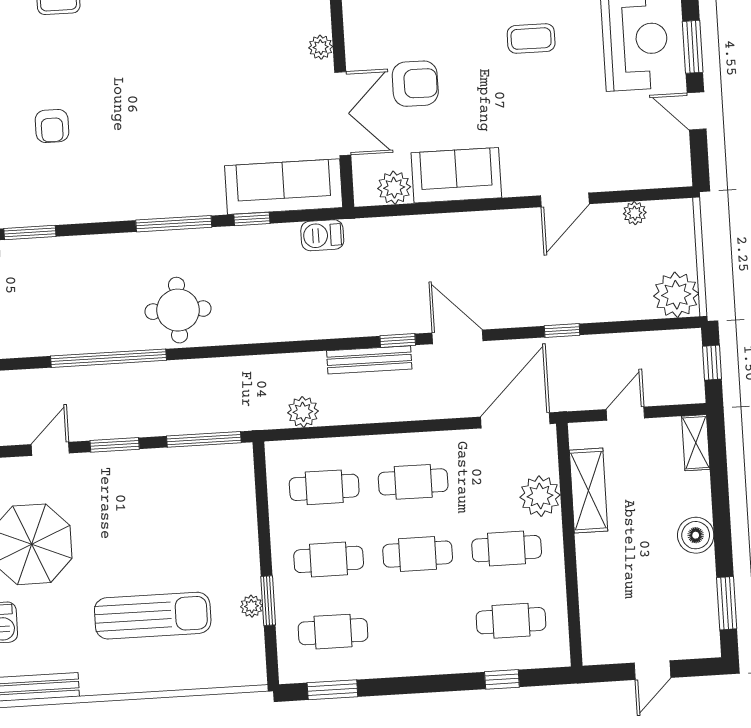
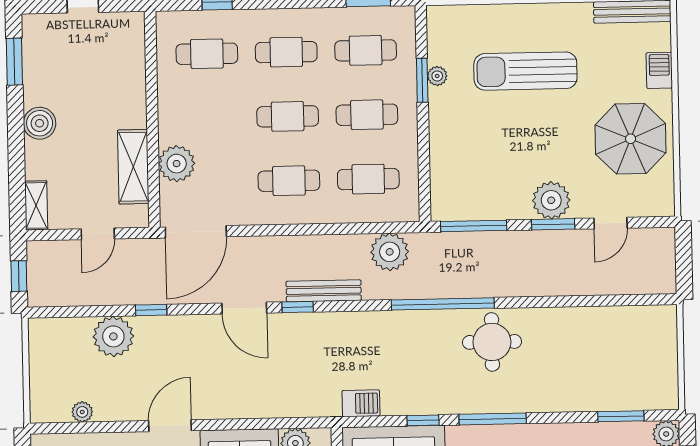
door: (565, 200) -> (170, 426), moved
plant: (676, 295) -> (113, 336), moved
window: (108, 358) -> (443, 304), moved
plant: (303, 412) -> (390, 252), width x1.36, depth x1.36
plant: (118, 472) -> (551, 200), added
cafe table: (507, 549) -> (286, 52), moved

